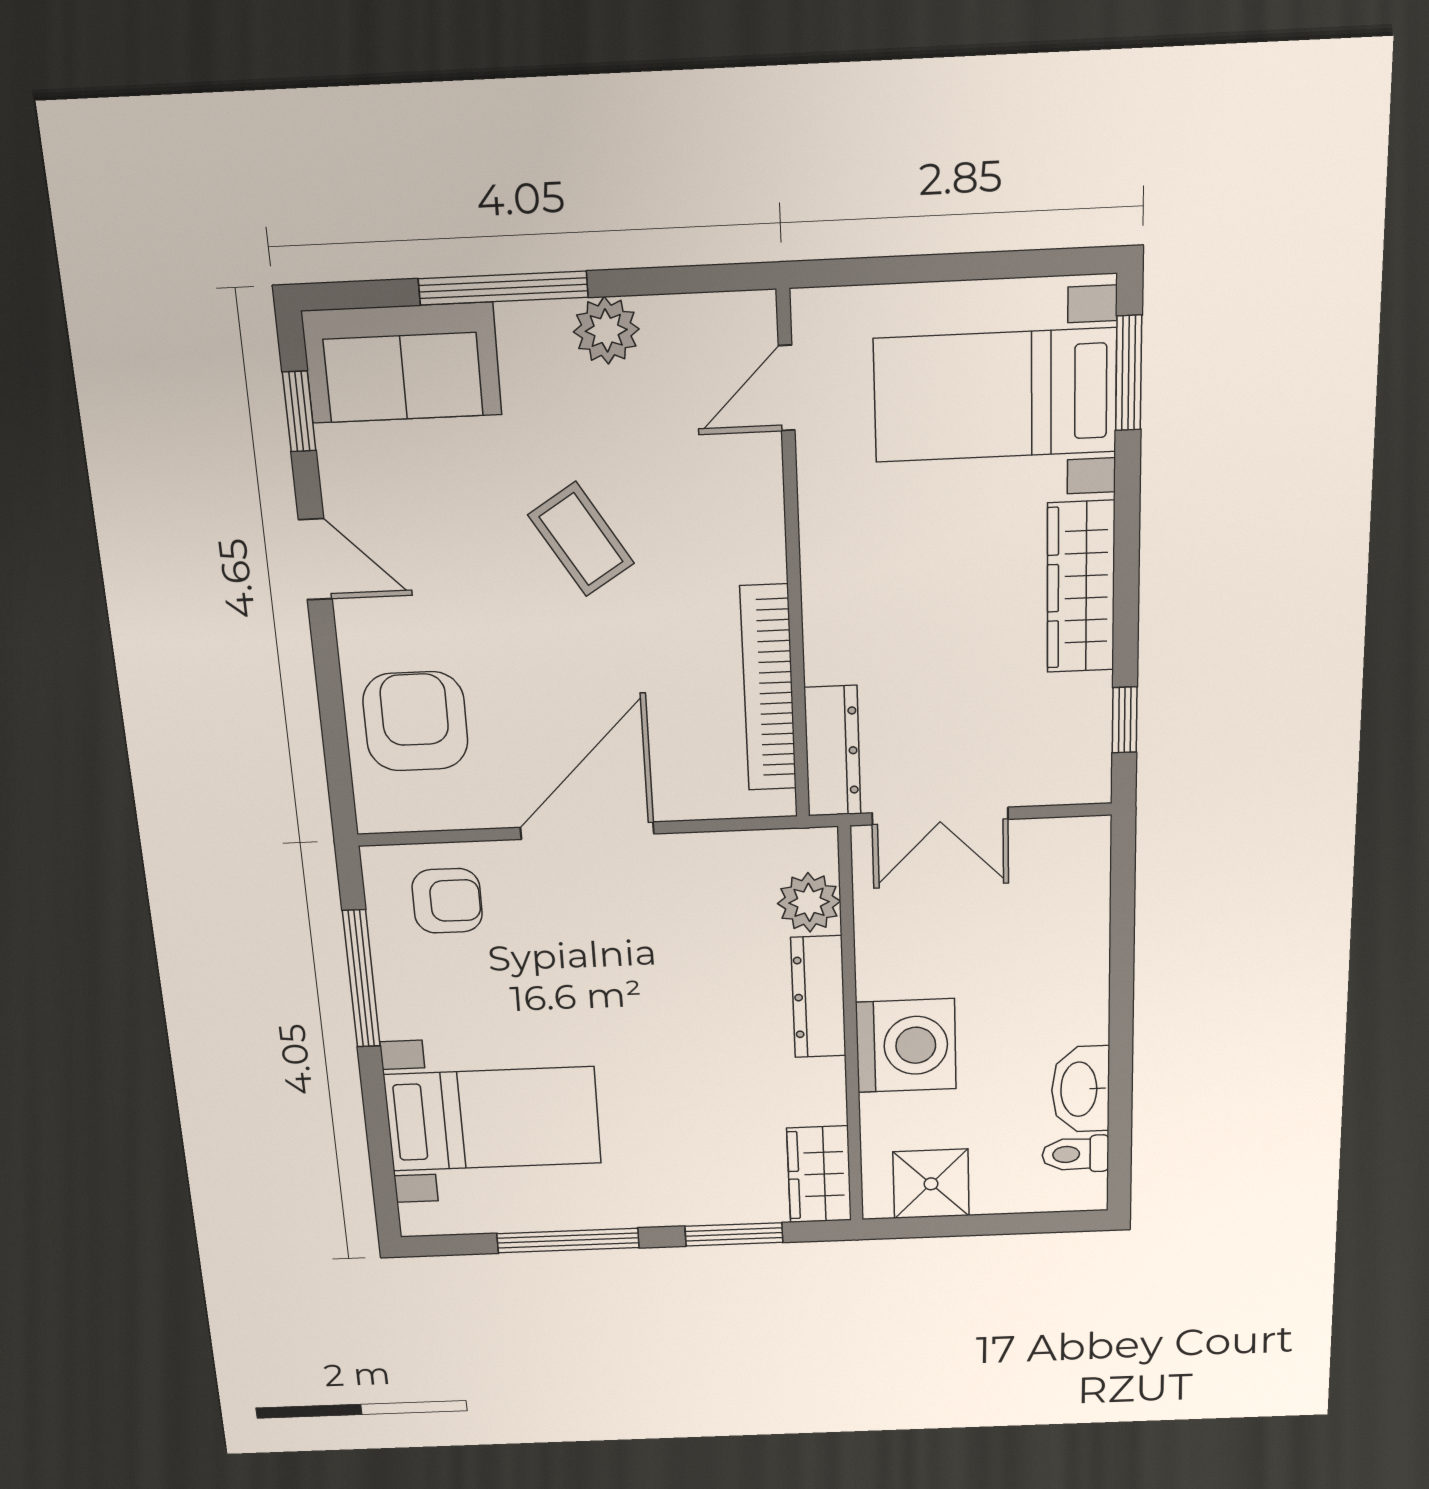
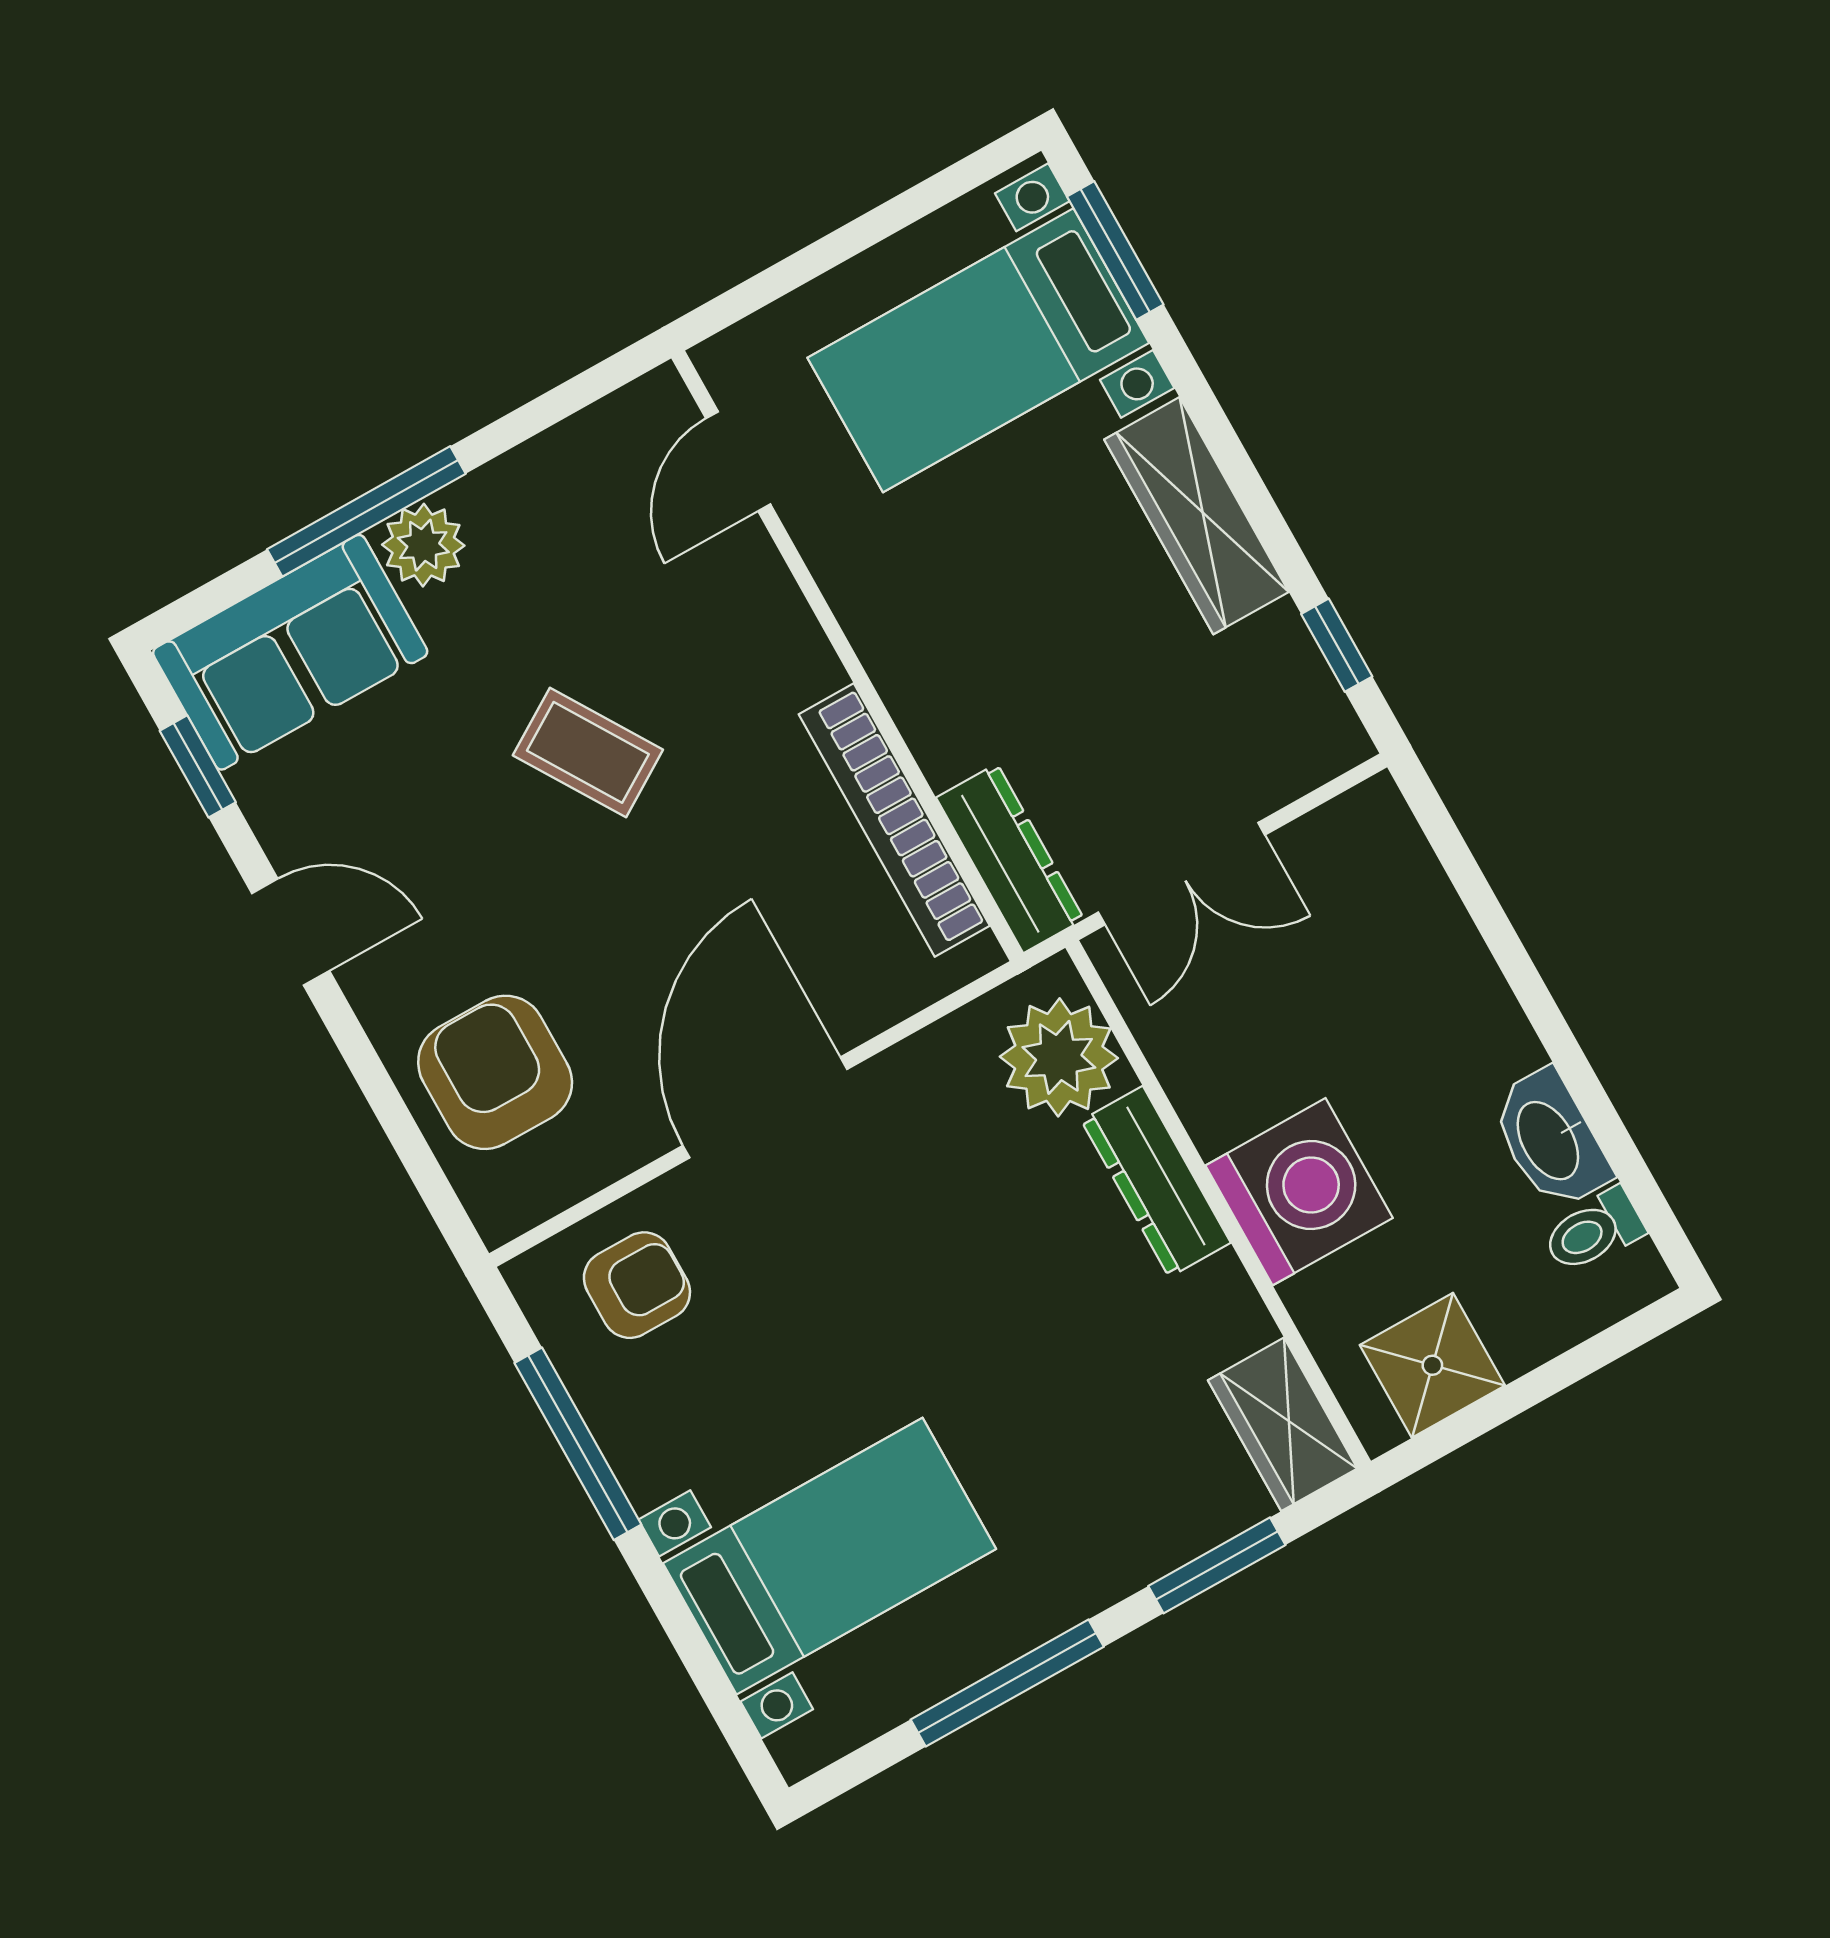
plant: (606, 330) -> (423, 545), moved
plant: (809, 902) -> (1059, 1057), width x1.36, depth x1.36

